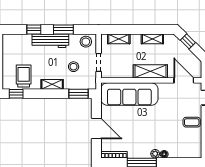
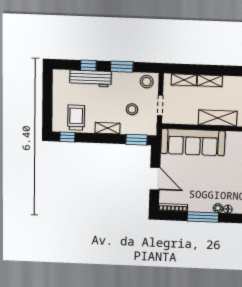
shelving: (152, 39) -> (210, 81), moved
workbench: (50, 41) -> (91, 78), moved

